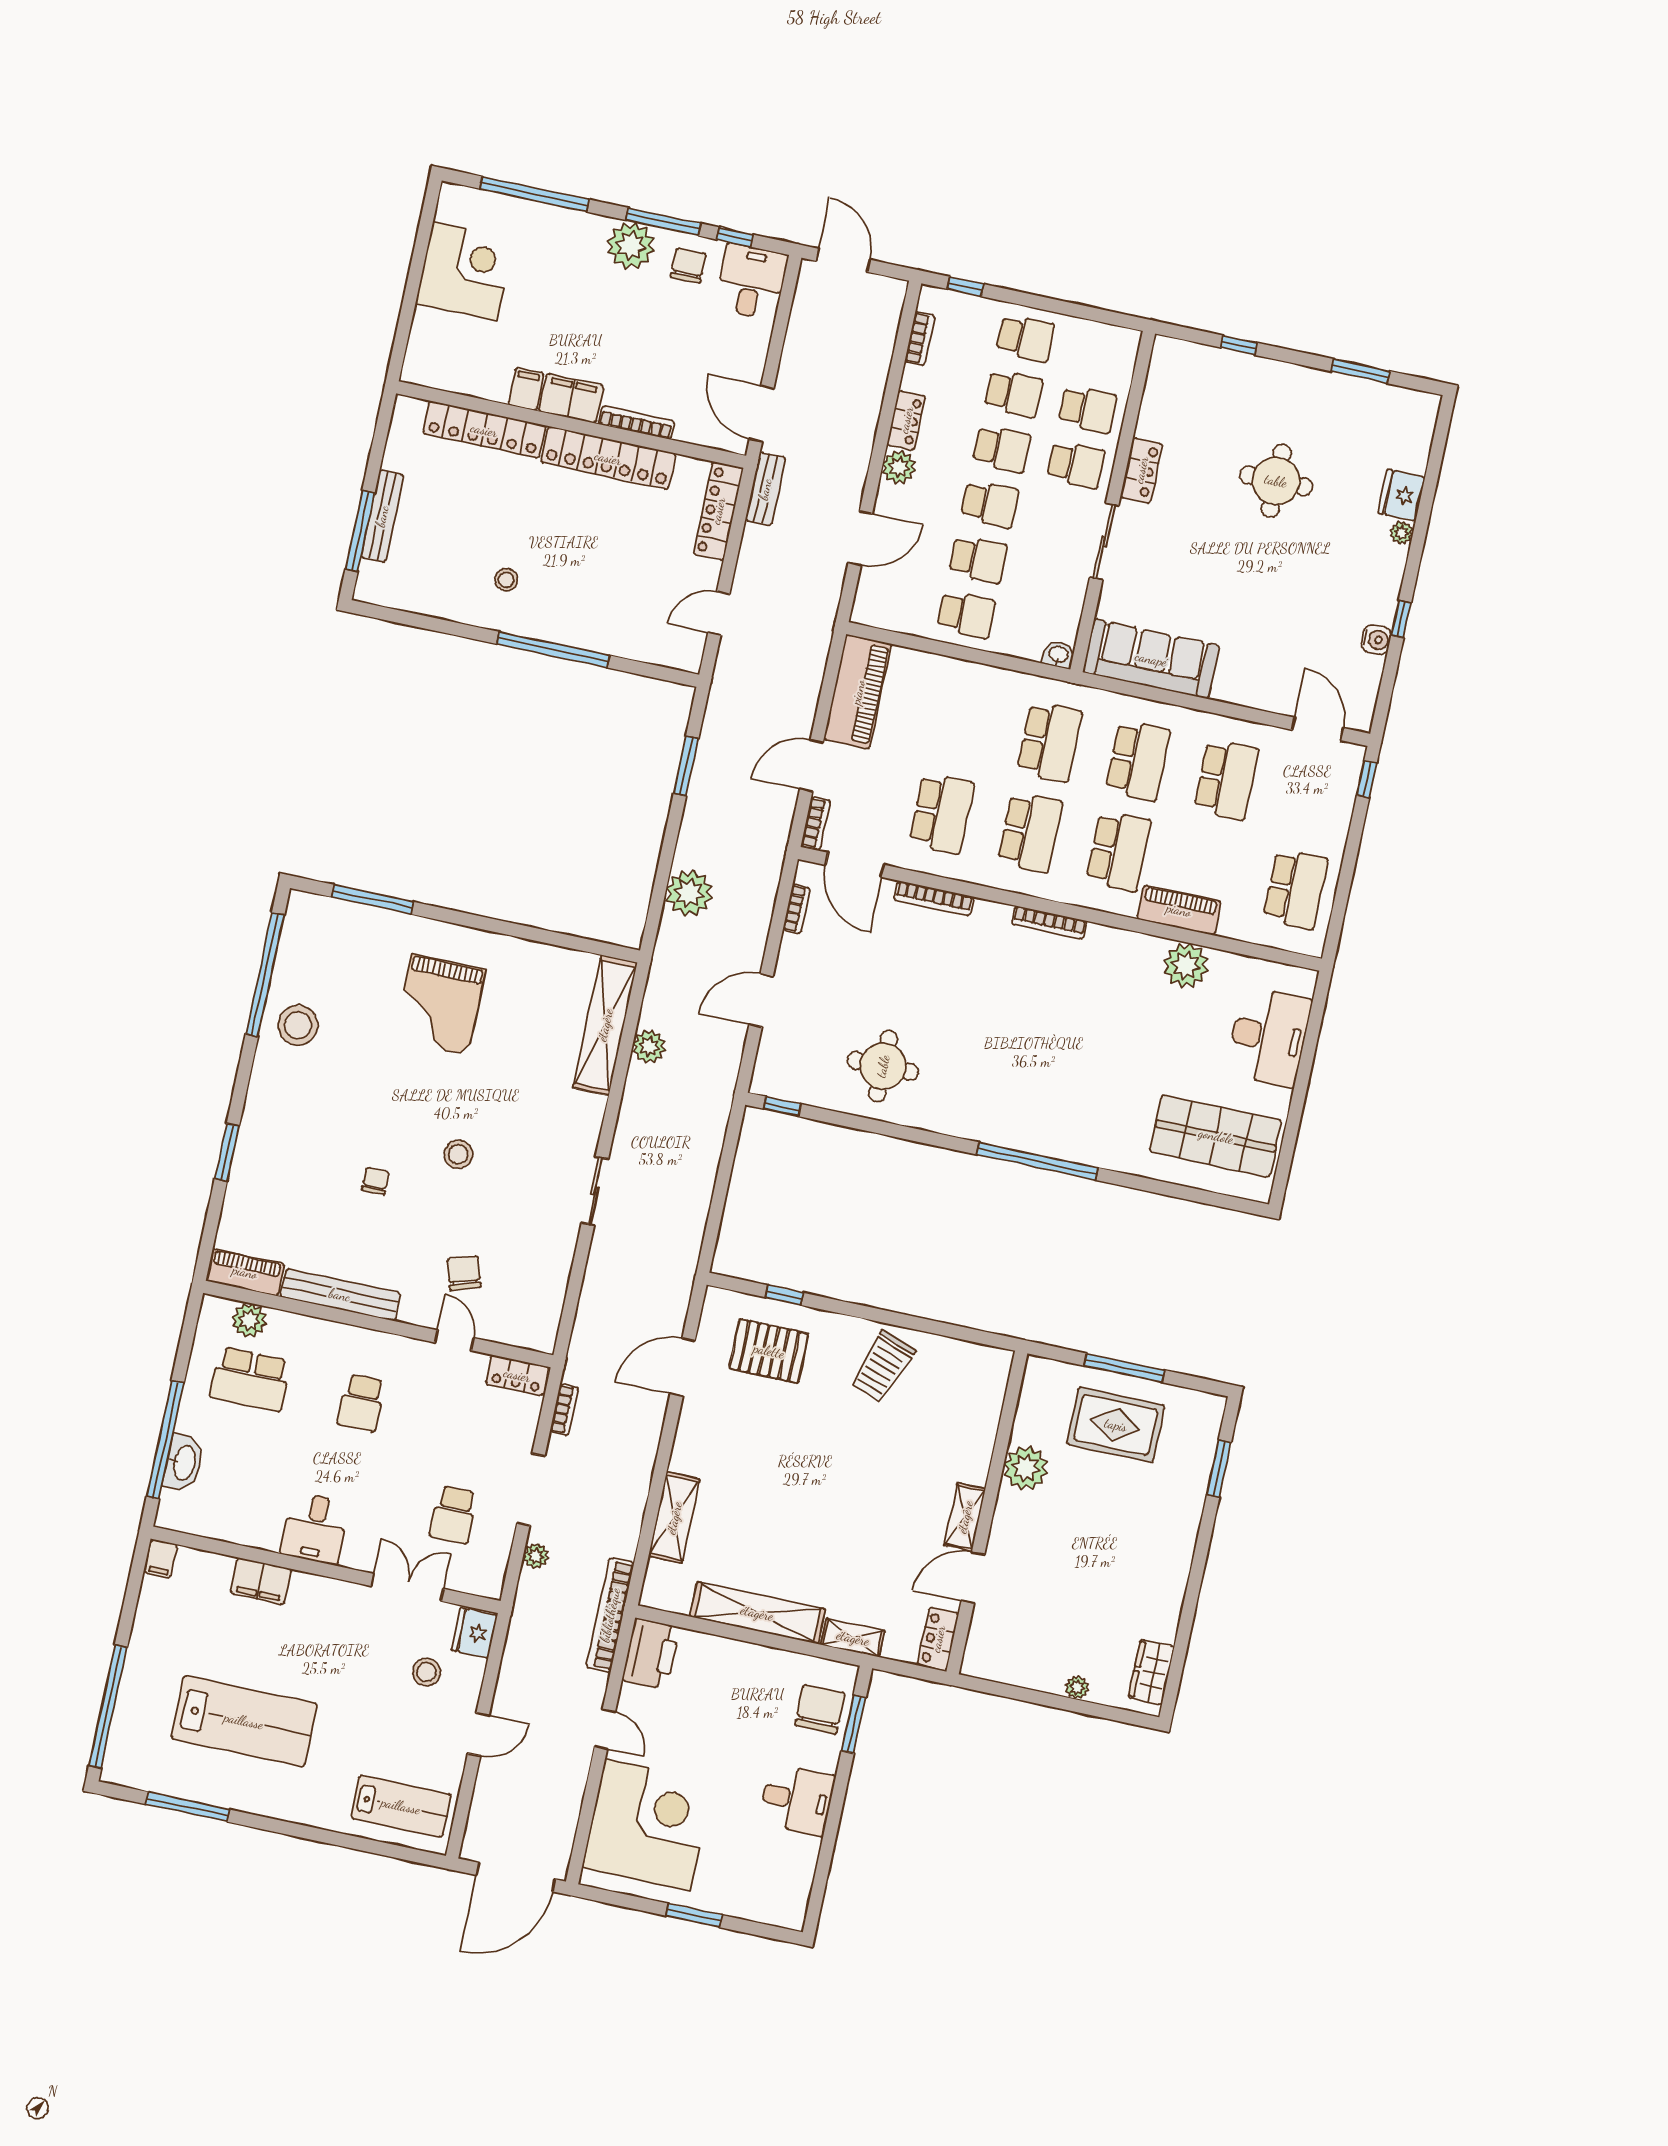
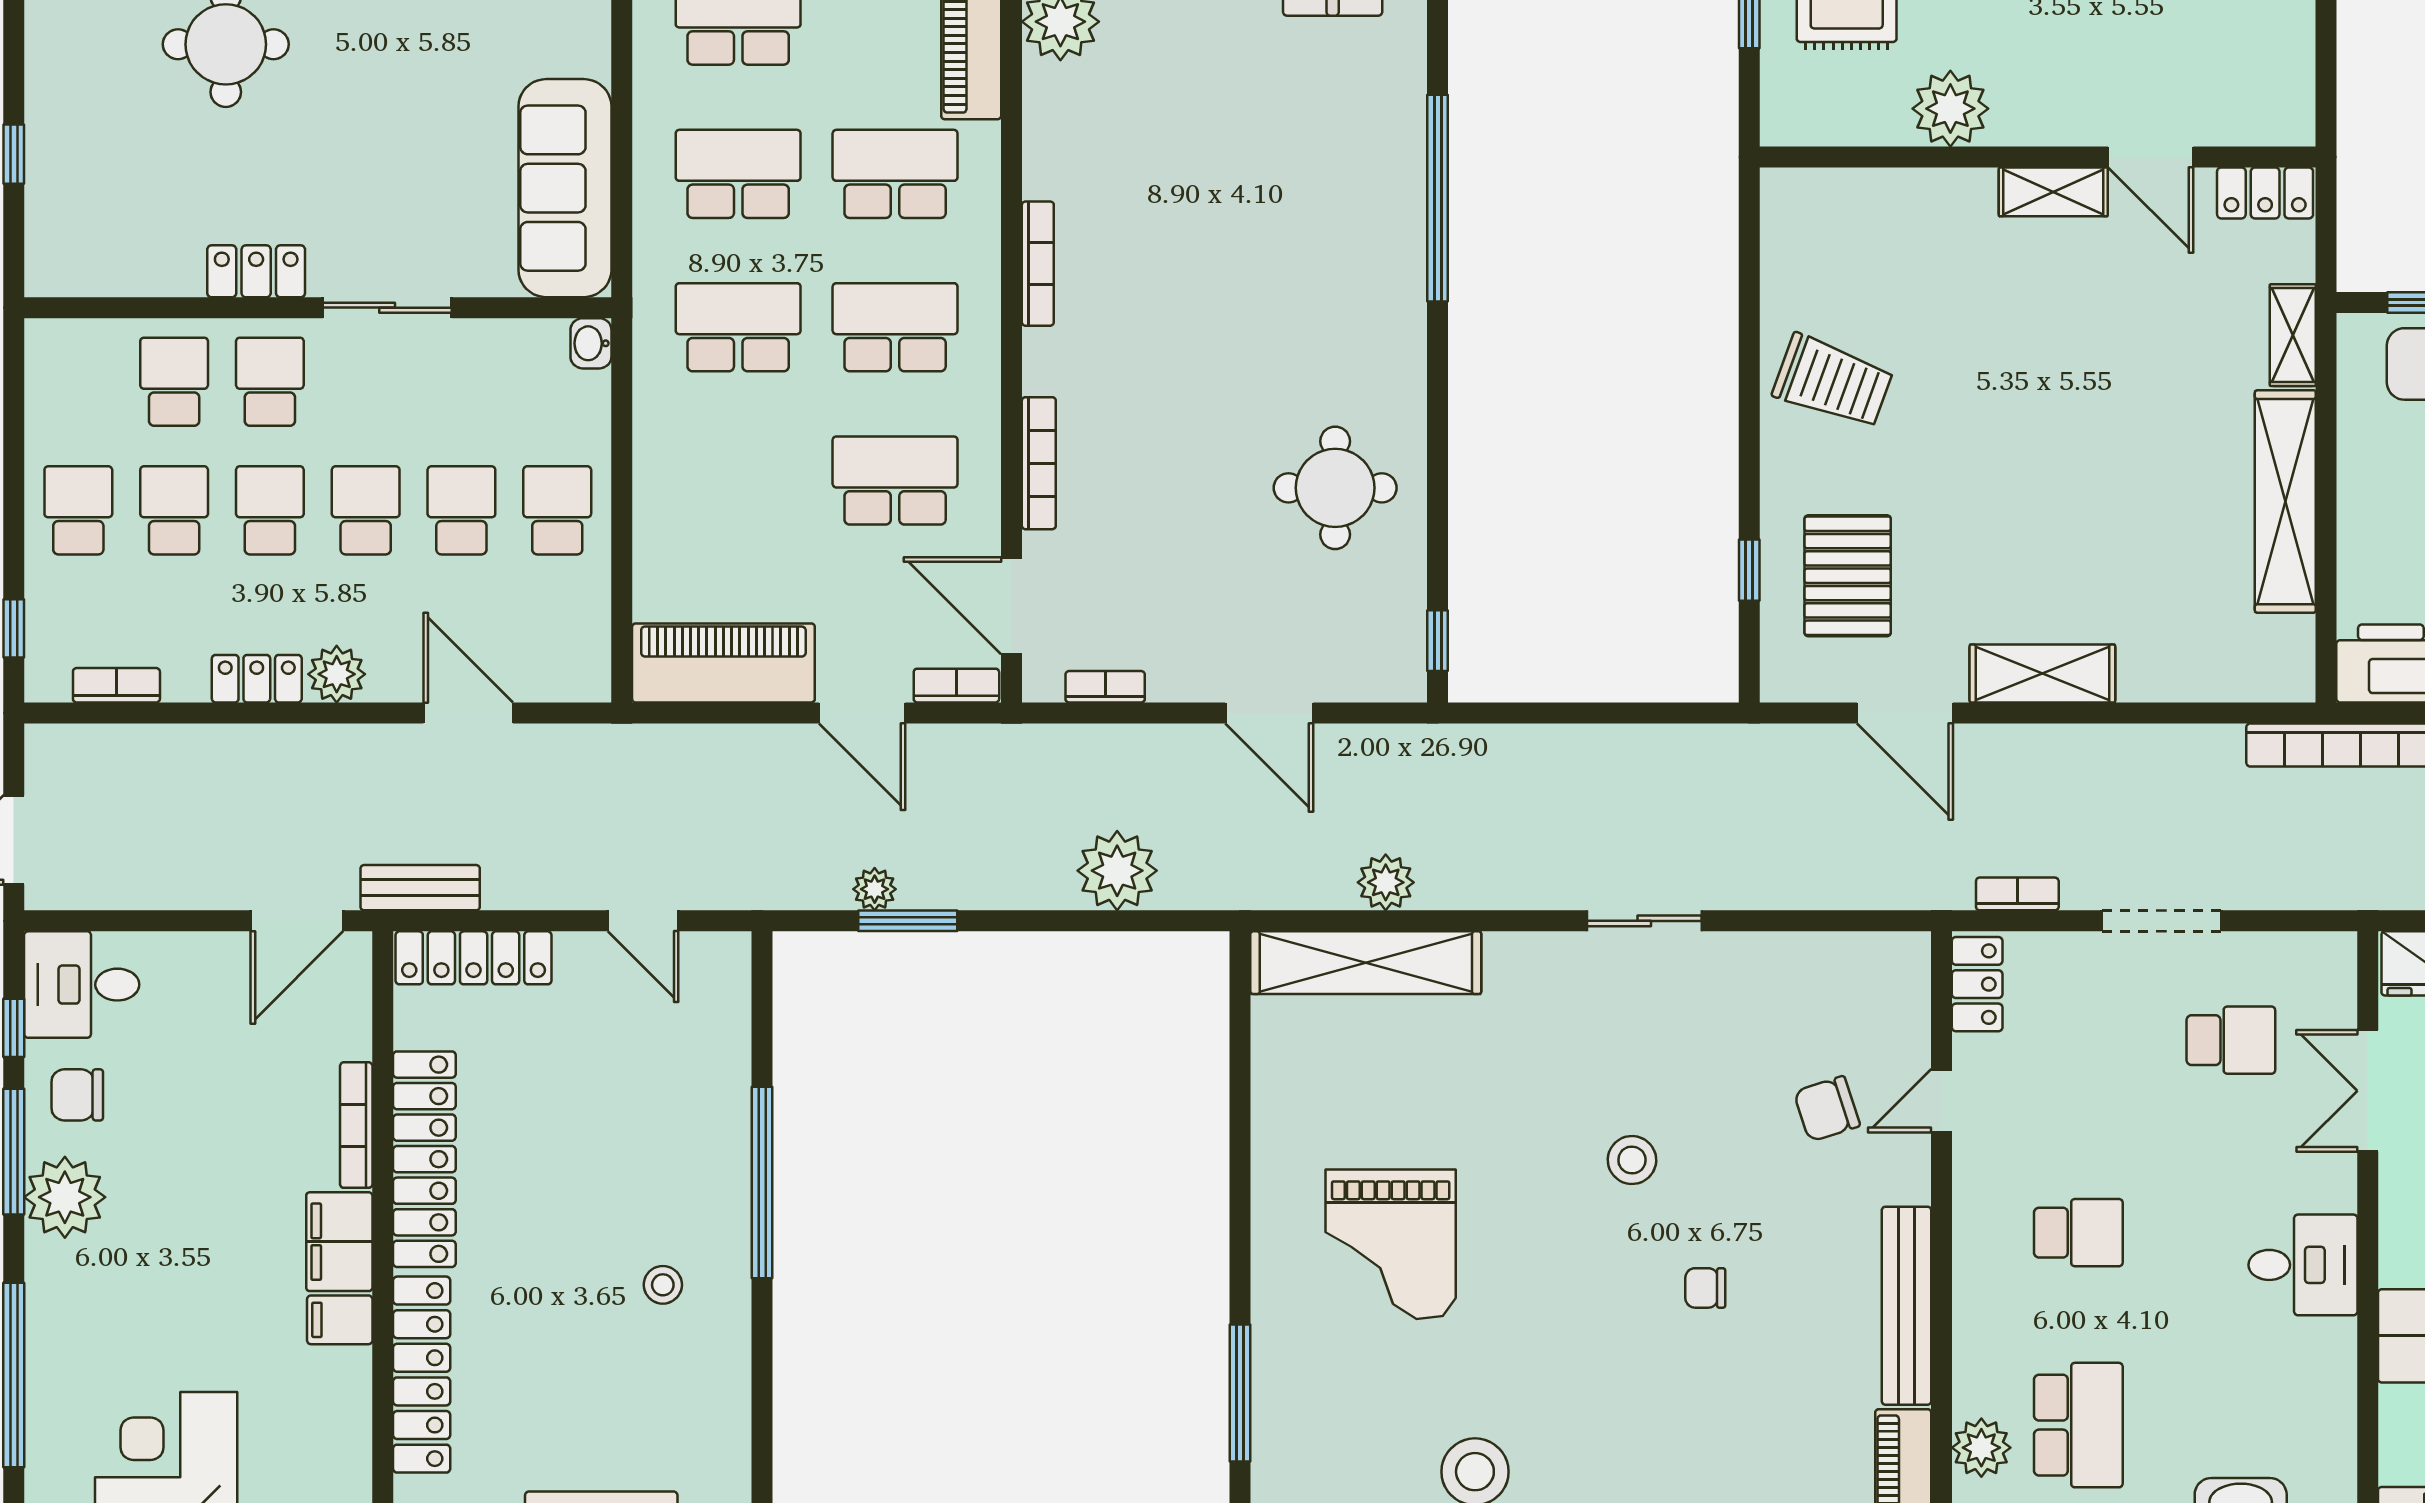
door: (855, 865) -> (1011, 606), swing flipped
grand piano: (440, 1005) -> (1391, 1244), turned 90
shelving: (674, 1518) -> (2042, 674), moved
plant: (536, 1556) -> (875, 889), moved

